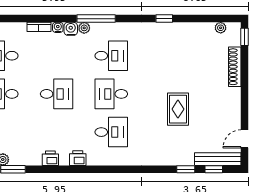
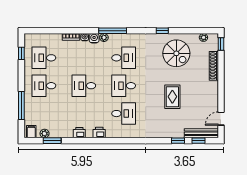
spiral stairs: (183, 50) -> (176, 53), added
desk: (57, 94) -> (84, 86), turned 180

